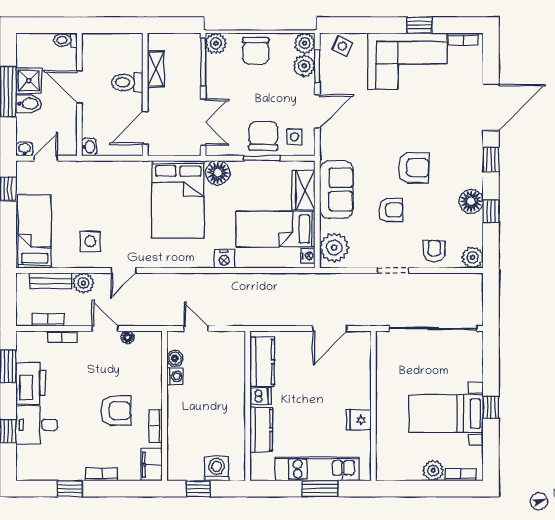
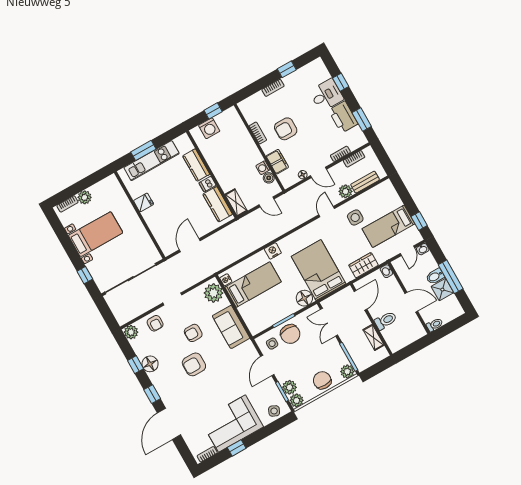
wardrobe: (303, 190) -> (363, 265), moved, turned -90
bed: (35, 231) -> (388, 226), moved, turned 90
shelving: (237, 350) -> (236, 203), added
window: (491, 407) -> (85, 275), moved
filing cabinet: (151, 465) -> (277, 162), moved

